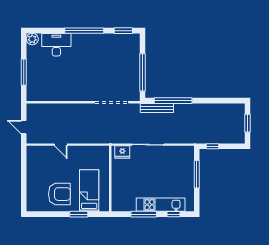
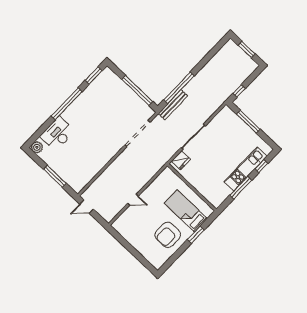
door: (24, 127) -> (87, 207), moved
armchair: (59, 194) -> (168, 235), turned 180

